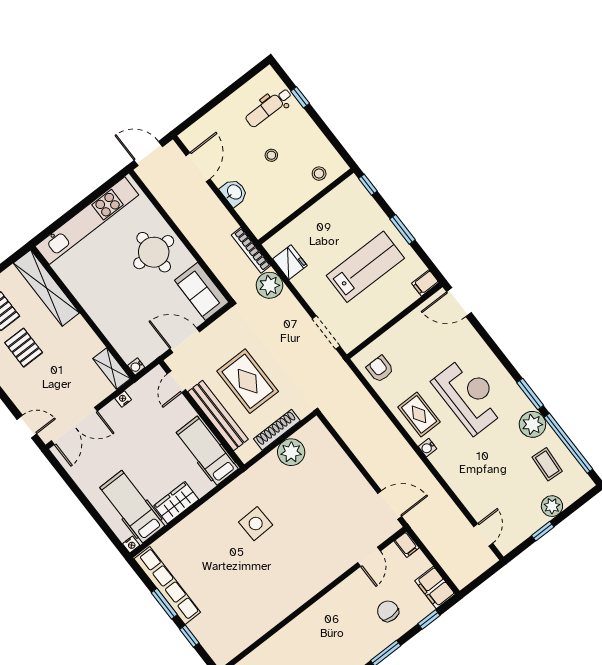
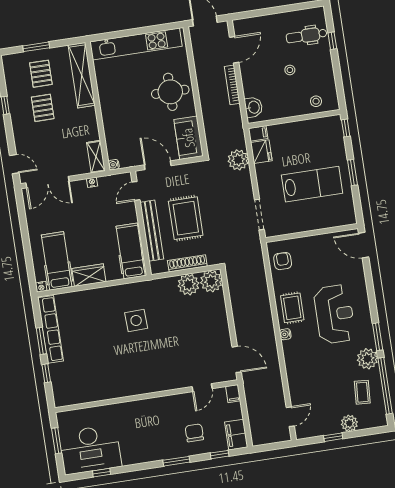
washbasin: (234, 192) -> (253, 107), moved
bookcase: (251, 250) -> (232, 85), moved
filing cabinet: (425, 283) -> (258, 133), moved, turned 180
plant: (314, 435) -> (211, 281), added

